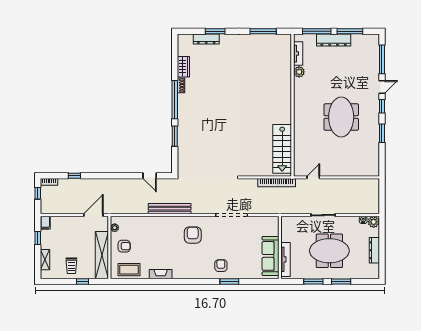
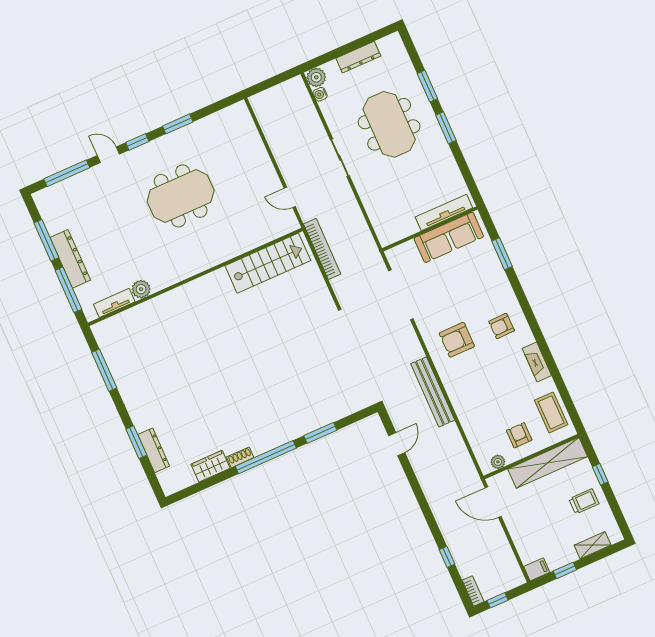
wall: (280, 247) -> (430, 229), moved
sofa: (271, 256) -> (449, 237), moved
tv unit: (286, 259) -> (444, 212), moved
armchair: (221, 266) -> (502, 326), moved

